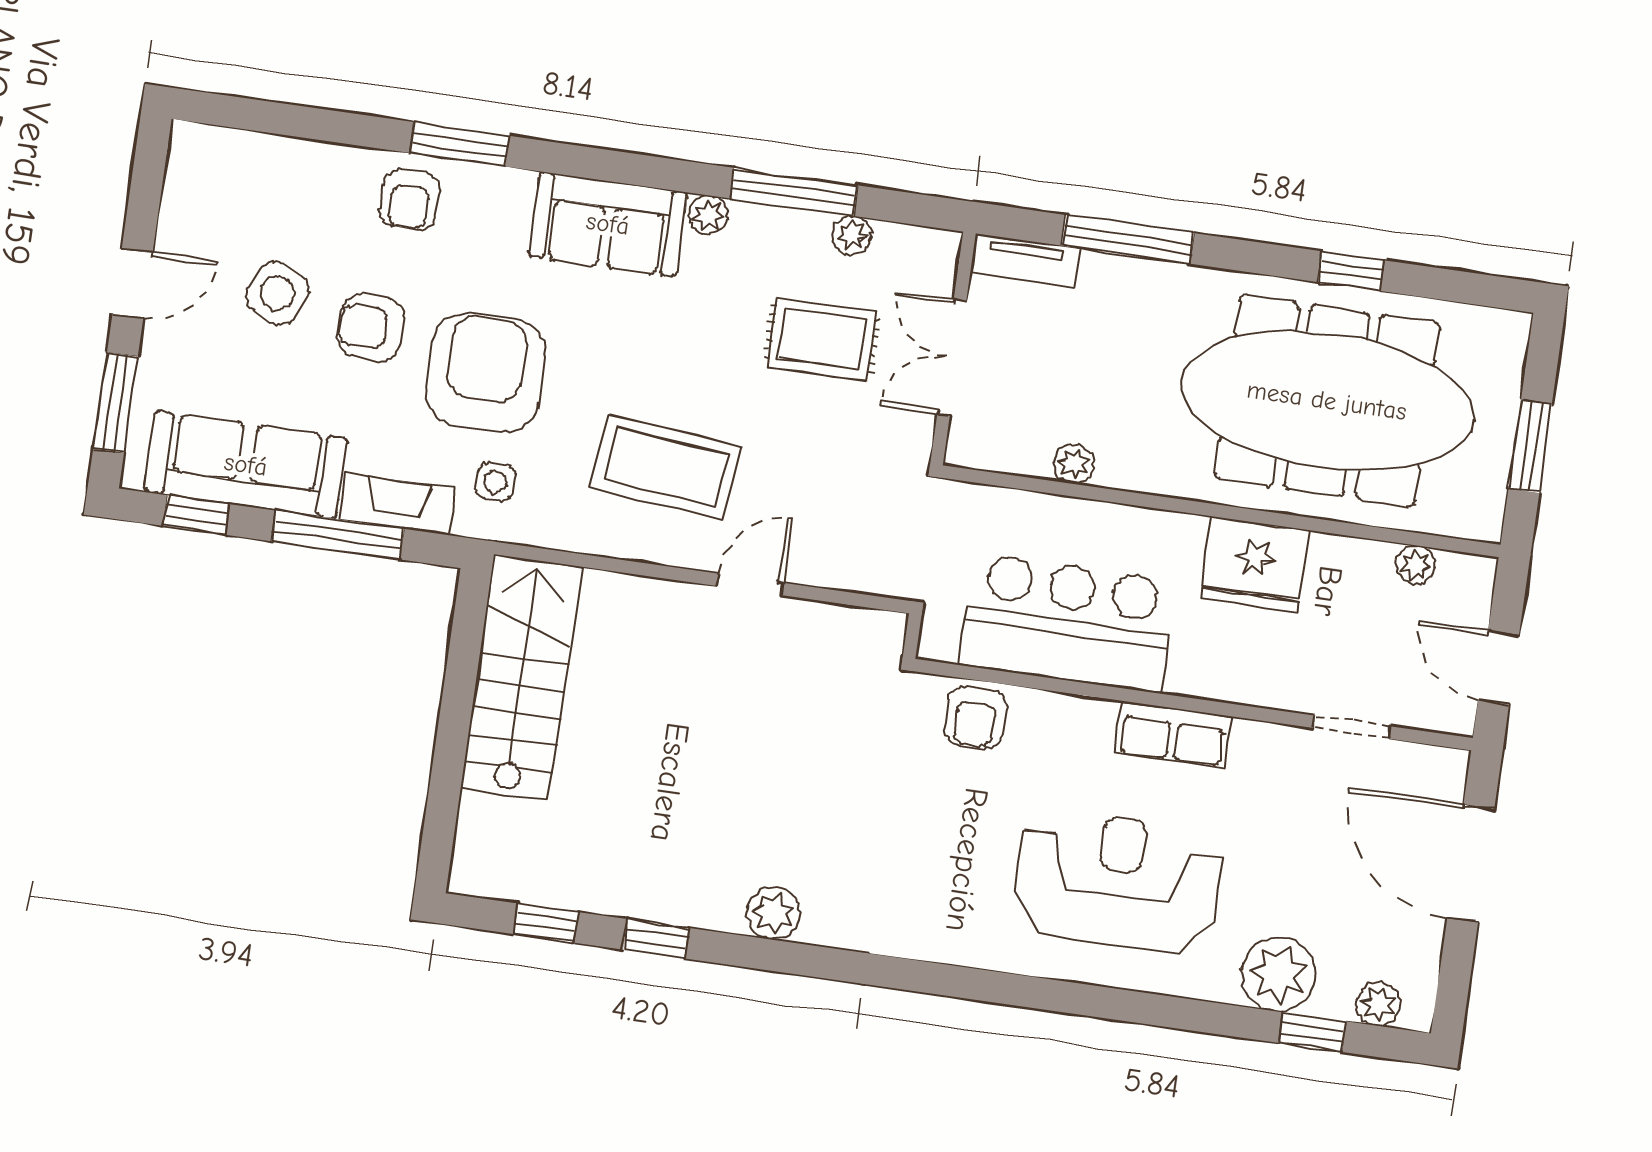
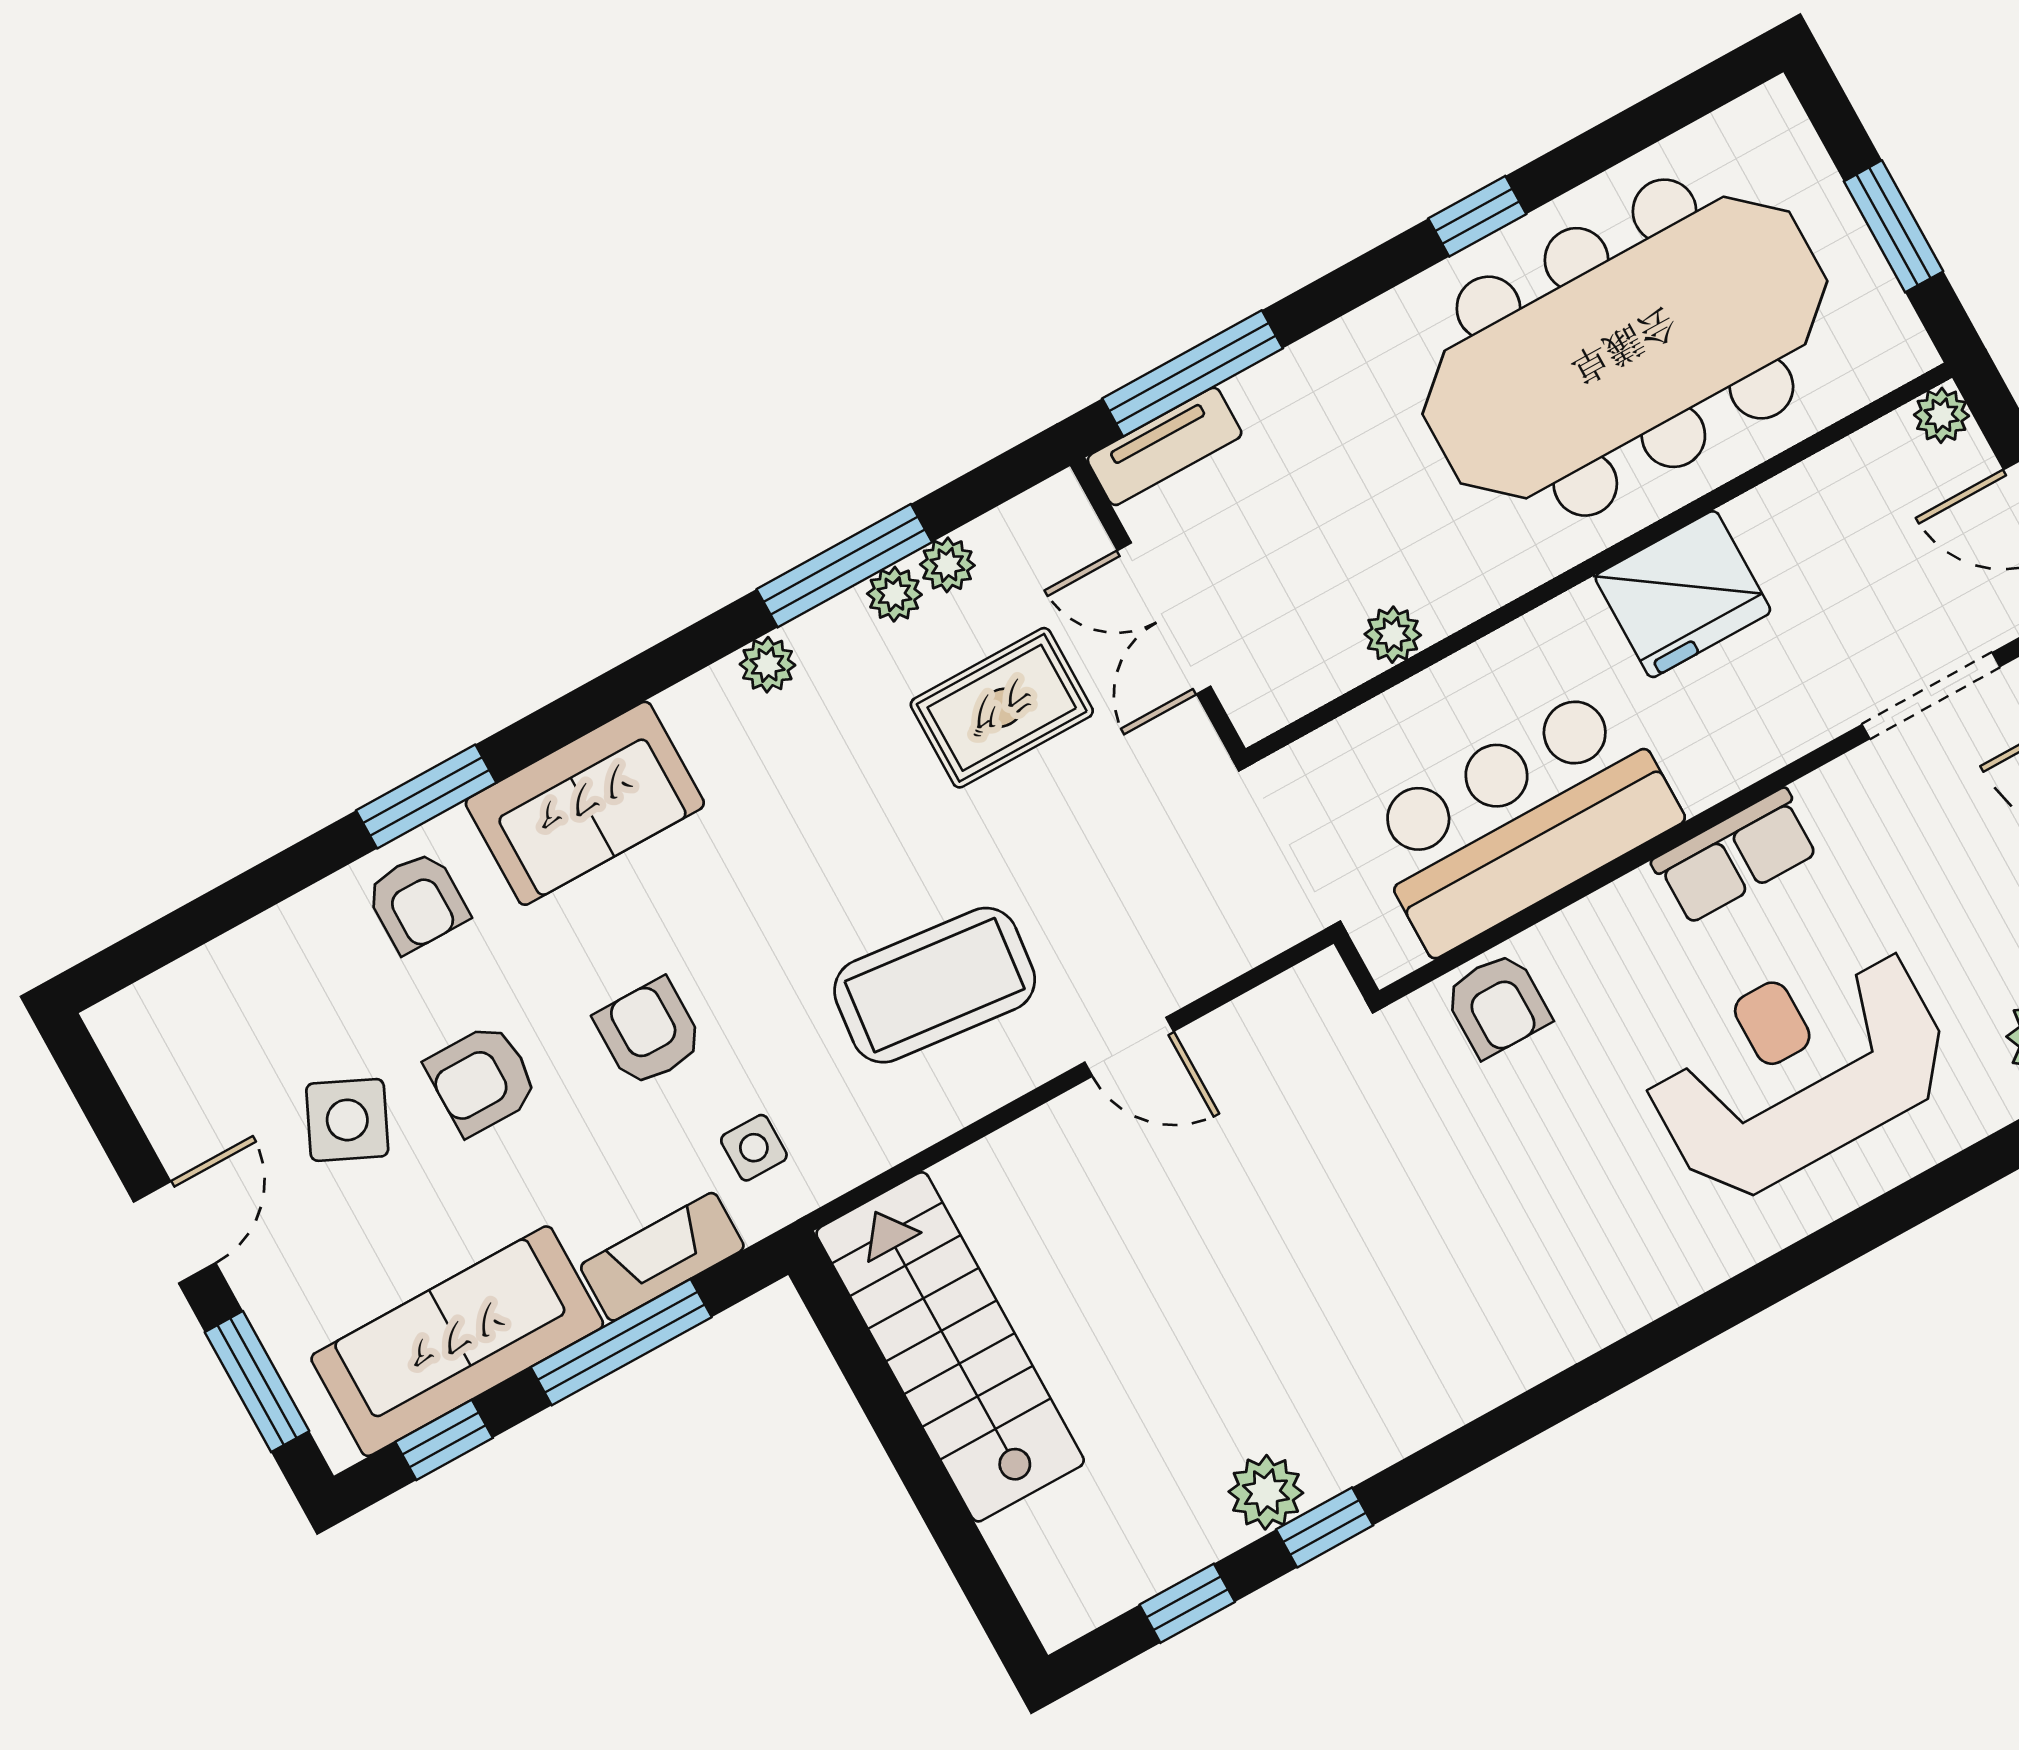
sofa: (608, 224) -> (585, 803), moved
plant: (810, 229) -> (894, 594), added
window: (1128, 239) -> (1192, 373), moved
window: (1351, 271) -> (1477, 216), moved
armchair: (485, 372) -> (649, 1033), width x0.53, depth x0.53
plant: (1416, 565) -> (1941, 415), moved
door: (750, 584) -> (1129, 1047), swing flipped
doorway: (1352, 727) -> (1931, 696), width x1.38
plant: (773, 913) -> (1266, 1492), moved

